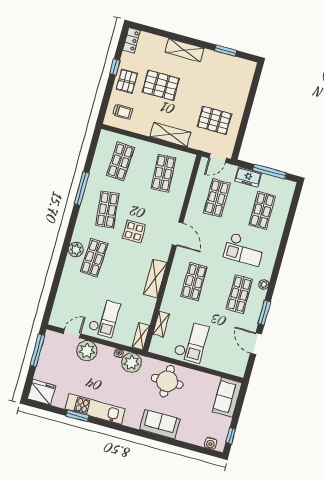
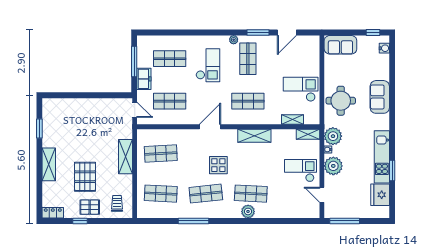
pallet: (214, 120) -> (103, 122), removed
shop shelf: (239, 294) -> (248, 59), turned 90
plant: (87, 351) -> (333, 166), moved
fridge: (42, 392) -> (380, 195), moved

